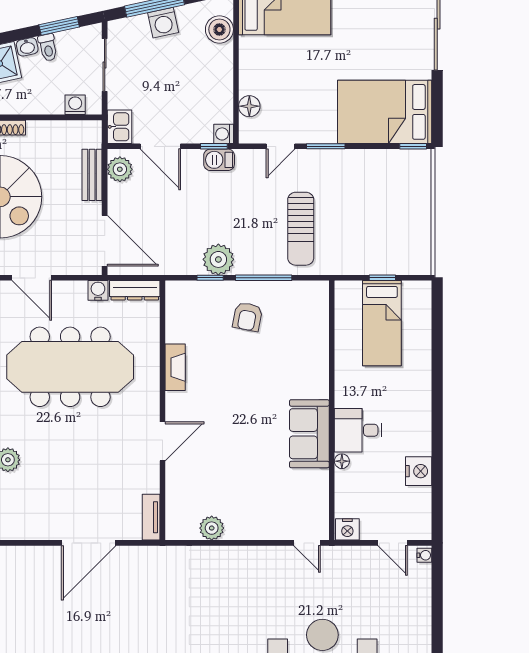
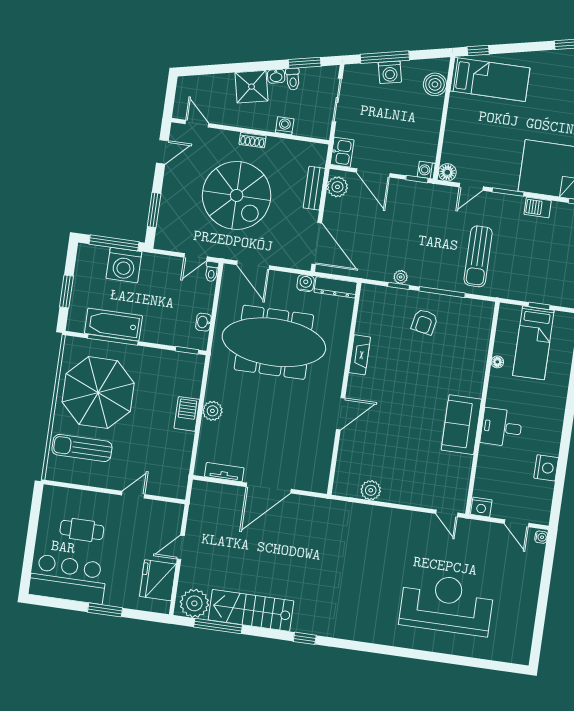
washing machine: (75, 105) -> (285, 126), moved
floor lamp: (249, 106) -> (447, 172), moved
barbecue: (219, 160) -> (538, 207), moved
plant: (218, 259) -> (401, 277), width x0.53, depth x0.53
floor lamp: (342, 461) -> (497, 362), moved
tv unit: (151, 517) -> (224, 472), moved, turned 90

